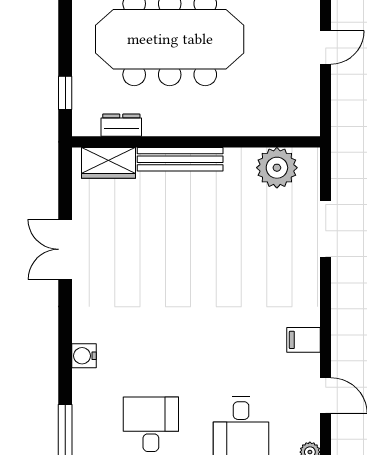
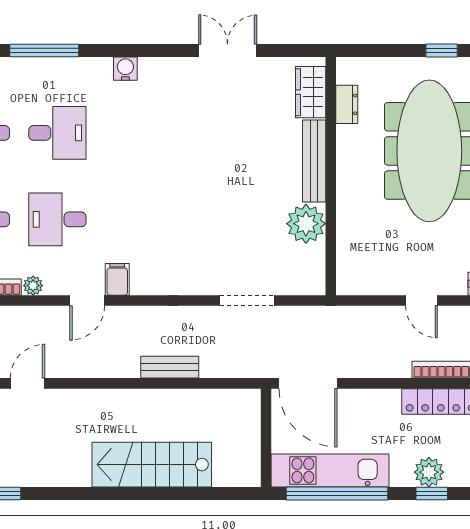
window: (65, 93) -> (442, 50), moved
plant: (277, 168) -> (306, 224), moved
filing cabinet: (303, 340) -> (117, 279), moved

